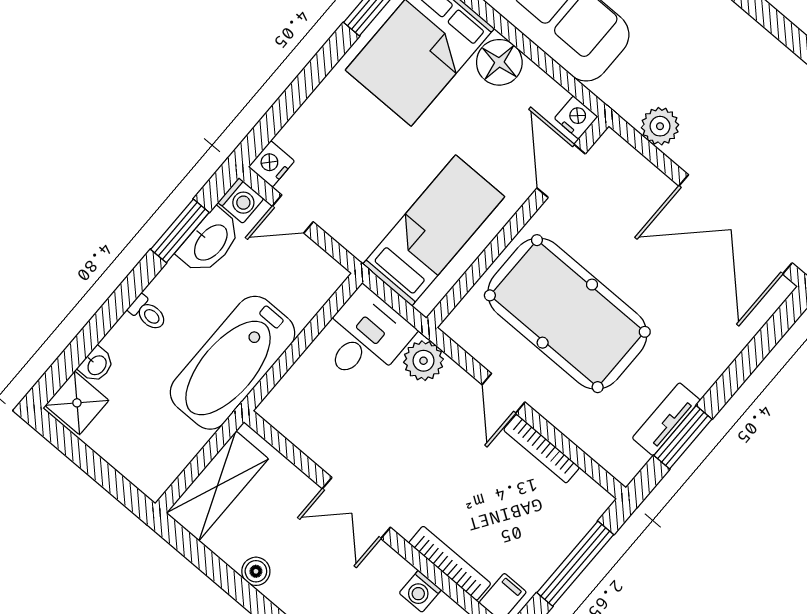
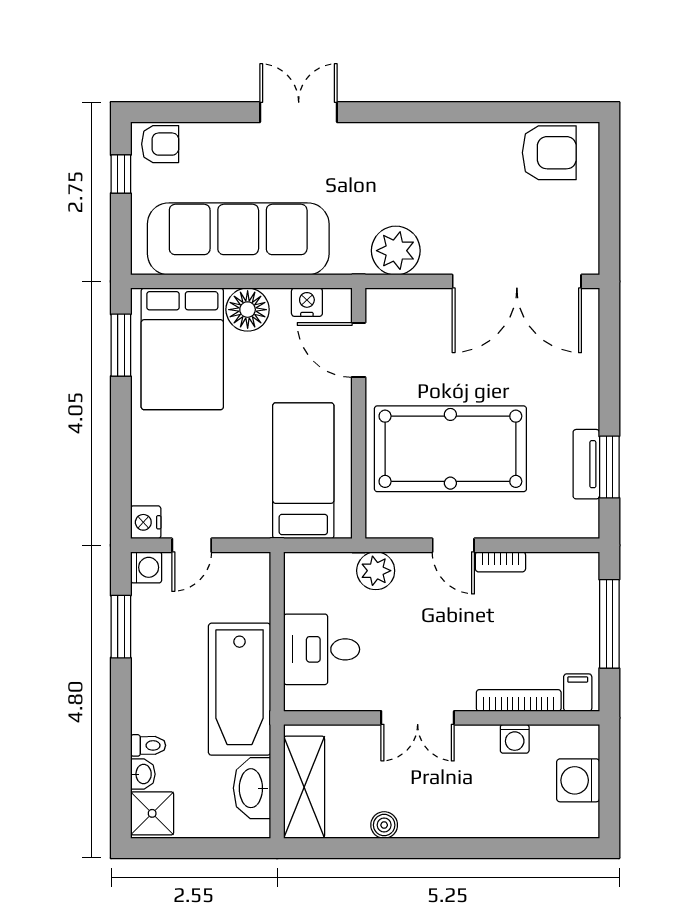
nightstand: (576, 117) -> (307, 302), moved
plant: (660, 126) -> (396, 251), width x1.36, depth x1.36
washbasin: (210, 242) -> (252, 788), moved, turned 180
toilet: (148, 313) -> (148, 745), moved
desk: (365, 337) -> (322, 649), moved, turned -90
bookcase: (542, 449) -> (500, 562), width x0.64

